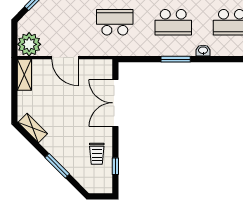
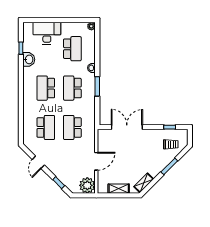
school desk: (173, 22) -> (72, 88), turned 180
shelving: (24, 75) -> (119, 189), moved
double door: (115, 103) -> (127, 127), swing flipped
trolley: (97, 154) -> (171, 144), moved

